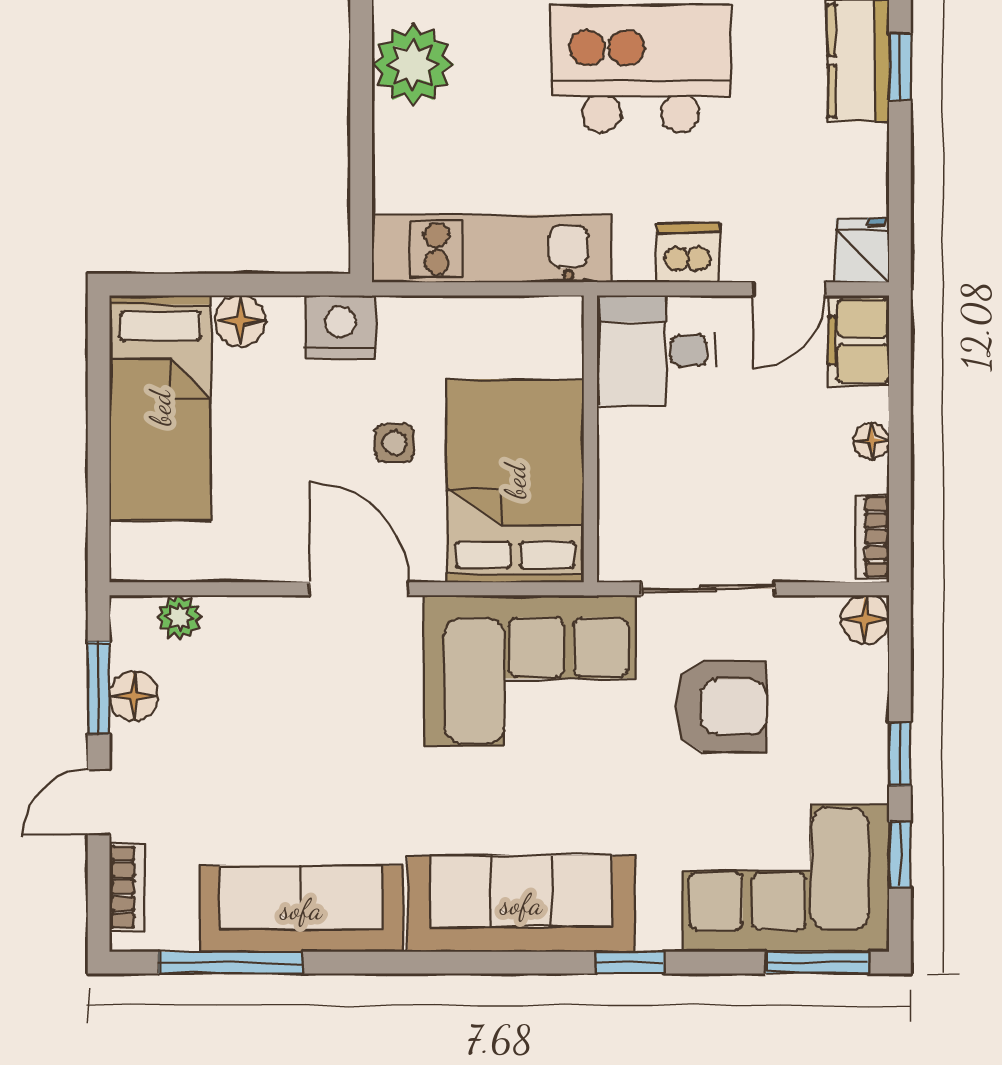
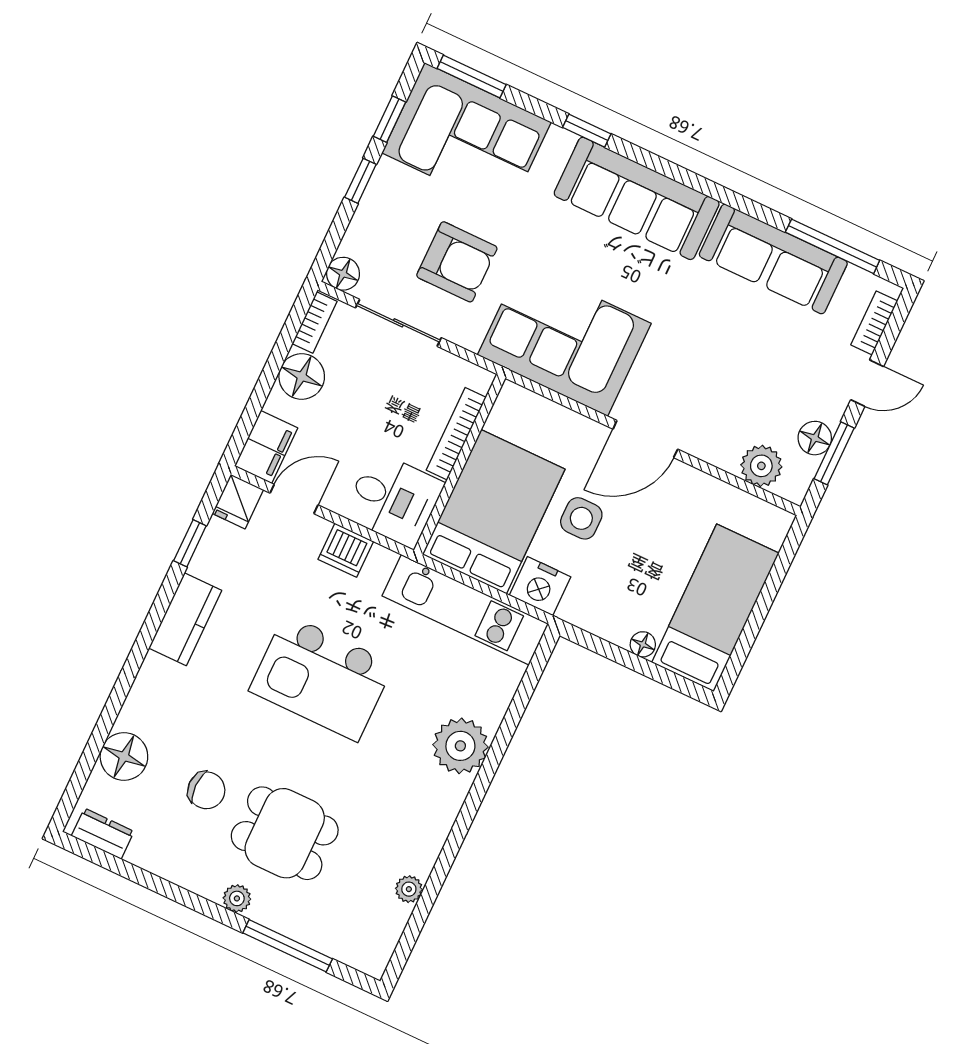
window: (900, 67) -> (190, 543), moved
floor lamp: (241, 321) -> (643, 644), width x0.73, depth x0.73
nightstand: (340, 327) -> (540, 586), moved
floor lamp: (871, 441) -> (302, 376), width x1.89, depth x1.89
side table: (394, 443) -> (581, 518), width x1.37, depth x1.37
bookcase: (614, 477) -> (456, 434), added
bed: (515, 481) -> (494, 512), moved, turned 180
door: (359, 589) -> (645, 439), hinge flipped
sliding door: (708, 589) -> (398, 323), moved
plant: (179, 617) -> (761, 466), width x1.38, depth x1.38
armchair: (721, 707) -> (457, 262), turned 180

